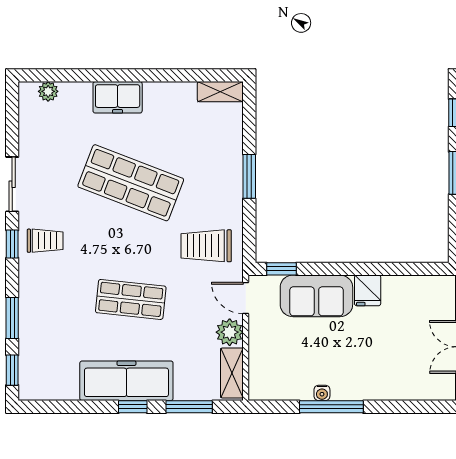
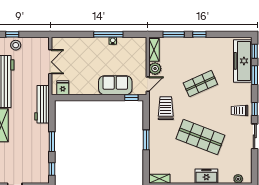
trolley: (206, 246) -> (166, 108), turned -90
fridge: (368, 290) -> (63, 88), moved
door: (246, 298) -> (148, 84), hinge flipped
shop shelf: (131, 299) -> (200, 84), turned -30
freezer: (126, 381) -> (243, 61), moved, turned 90

